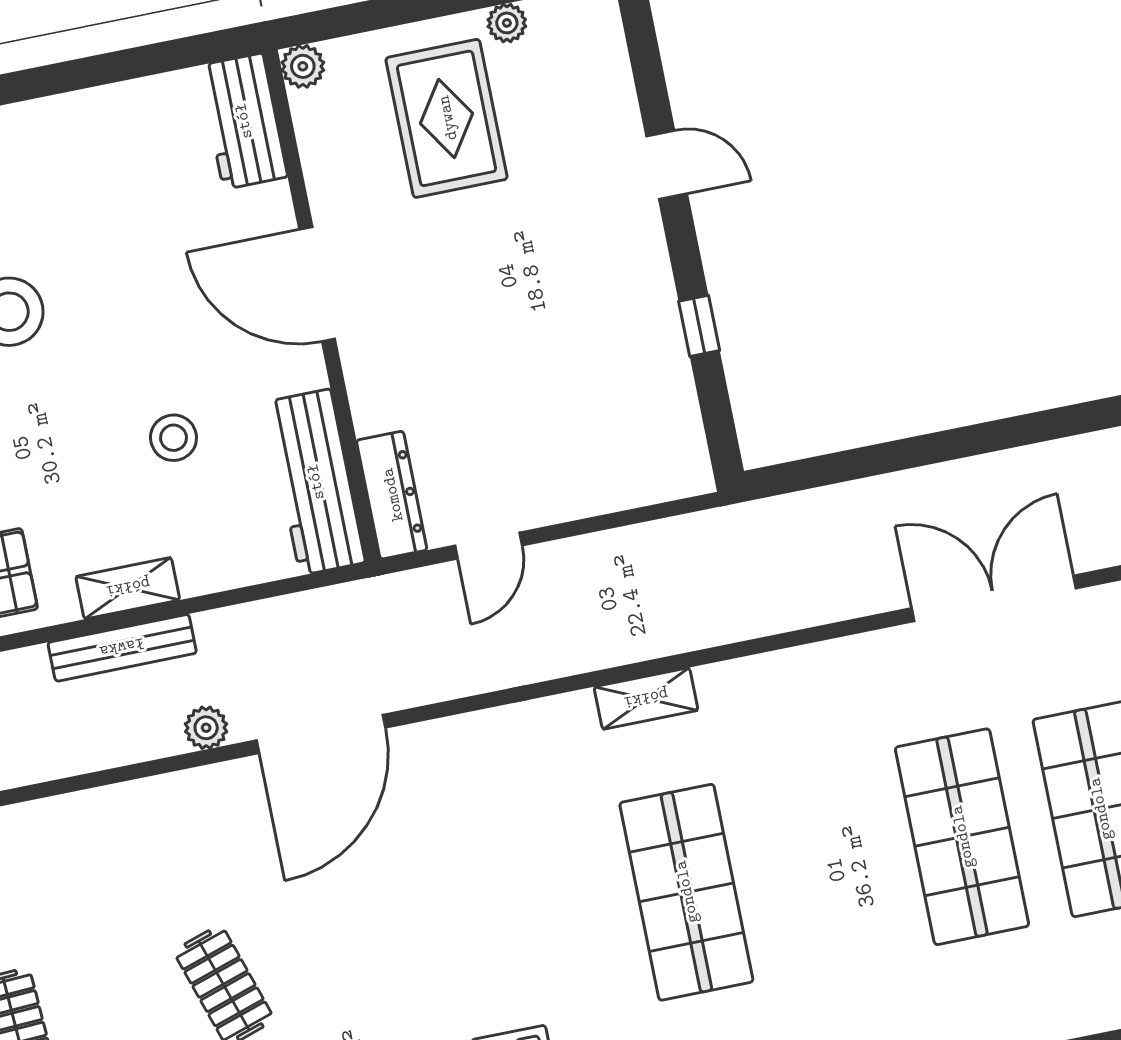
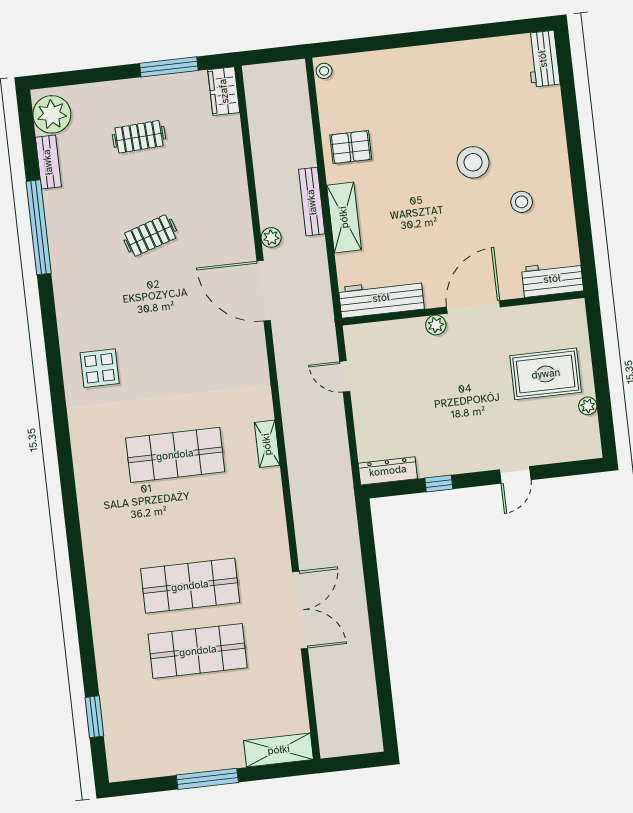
plant: (303, 66) -> (436, 325), moved
stool: (173, 438) -> (522, 202), moved
dresser: (392, 495) -> (388, 471), moved, turned 180
shelving: (128, 588) -> (344, 217), width x1.50, depth x1.33

